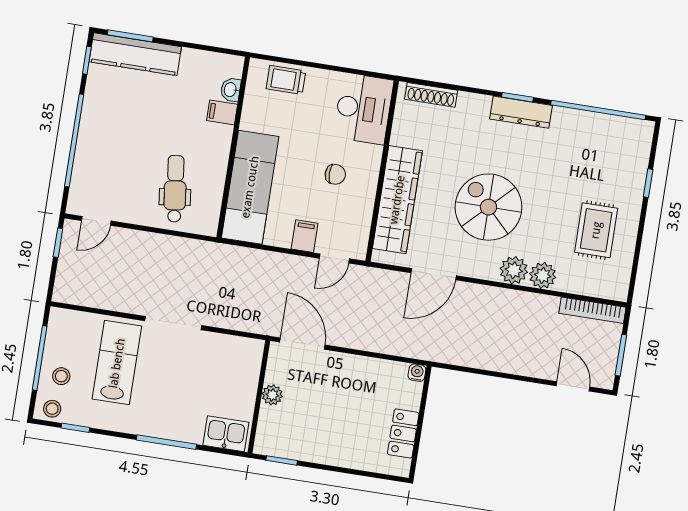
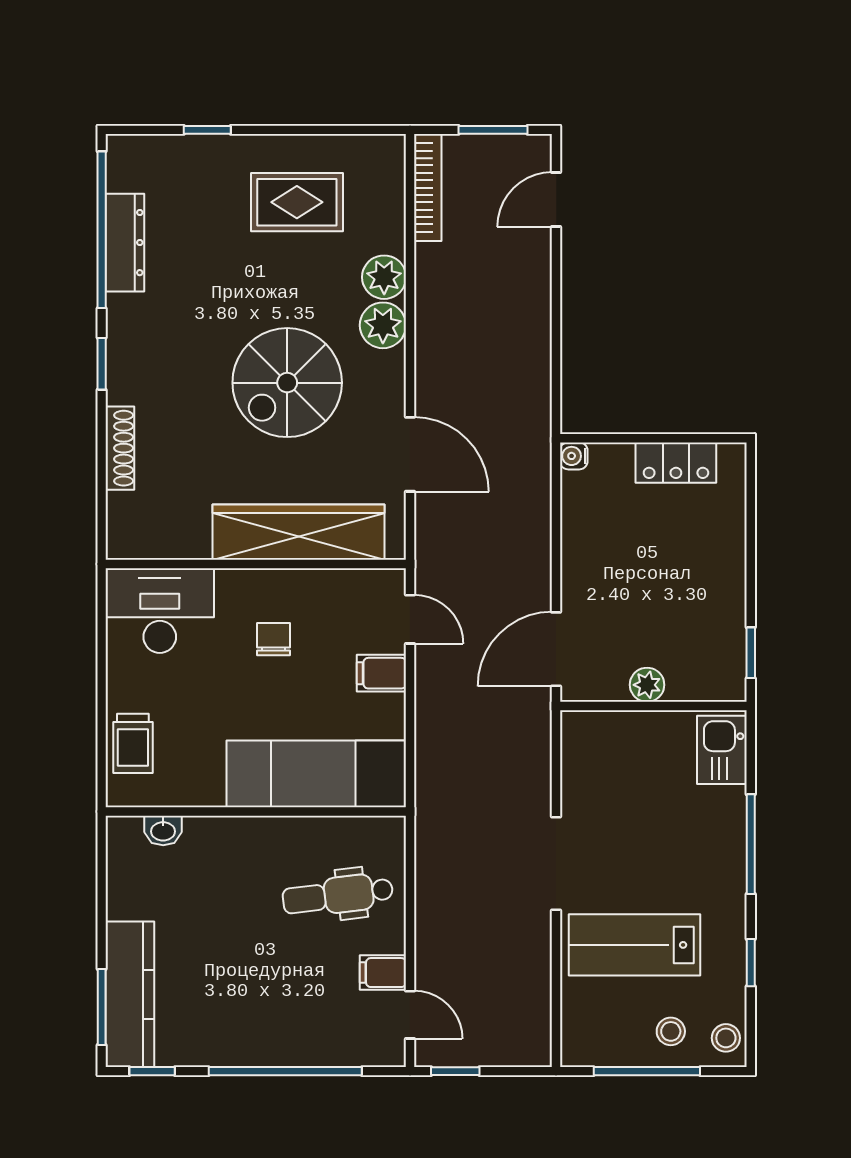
shoe rack: (431, 95) -> (120, 448), moved
filing cabinet: (222, 112) -> (383, 973), moved, turned 90
dresser: (521, 112) -> (125, 243), moved
window: (75, 428) -> (751, 963), moved

